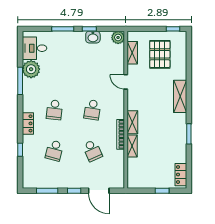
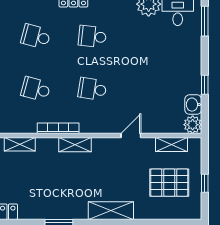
window: (63, 29) -> (205, 21), moved
window: (173, 29) -> (205, 183), moved
washbasin: (93, 37) -> (193, 105), moved
shelving: (132, 146) -> (20, 144), moved
school desk: (92, 151) -> (36, 89), turned 39

